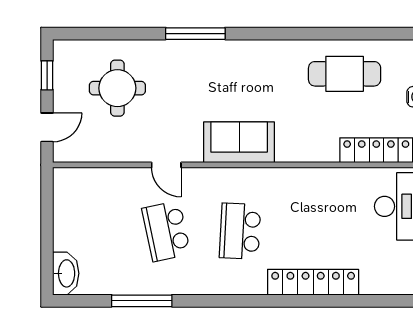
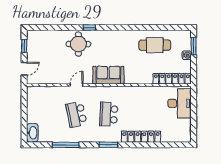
window: (195, 34) -> (89, 27), width x0.46
round table: (117, 88) -> (78, 44), moved
door: (166, 165) -> (76, 85), swing flipped
window: (239, 301) -> (108, 145), added

